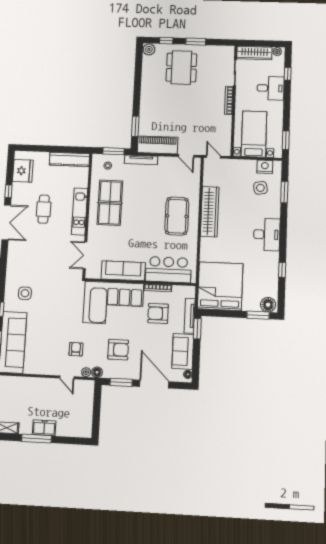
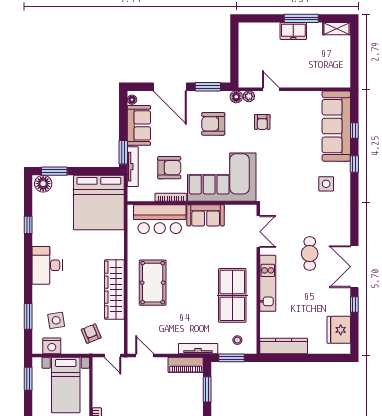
piano: (158, 145) -> (186, 365), width x0.73, depth x0.75
armchair: (231, 176) -> (91, 334), added
cafe table: (44, 209) -> (310, 254), moved
sofa: (123, 271) -> (206, 215), width x0.73

